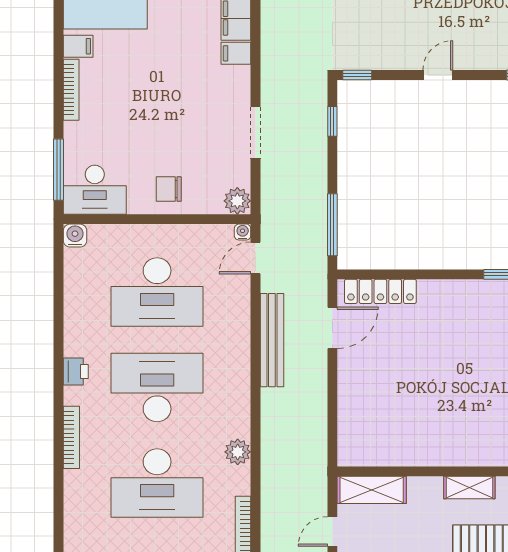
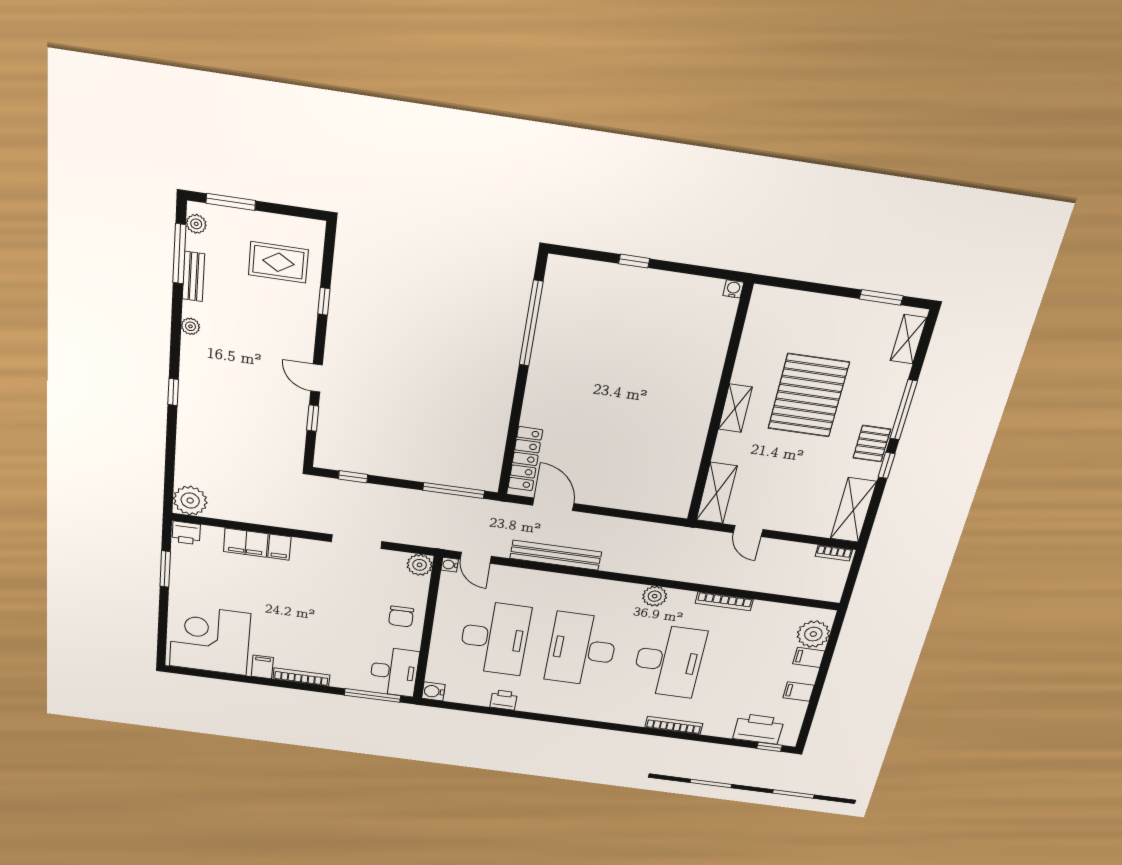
window: (357, 75) -> (313, 418), moved
printer: (76, 371) -> (504, 700), moved
bookcase: (71, 437) -> (674, 725), moved

